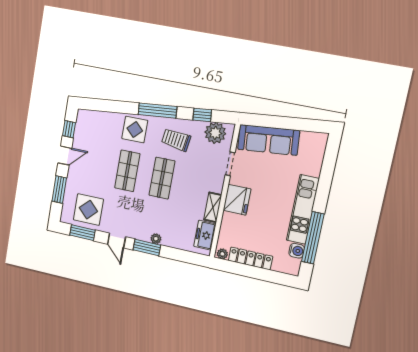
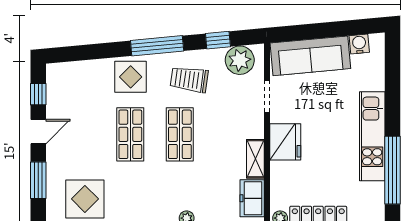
water cooler: (297, 251) -> (359, 44), moved, turned -95

